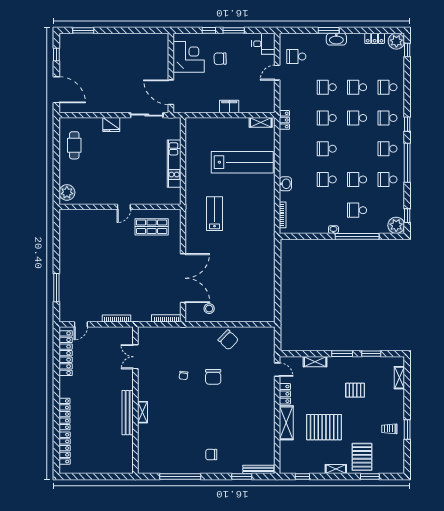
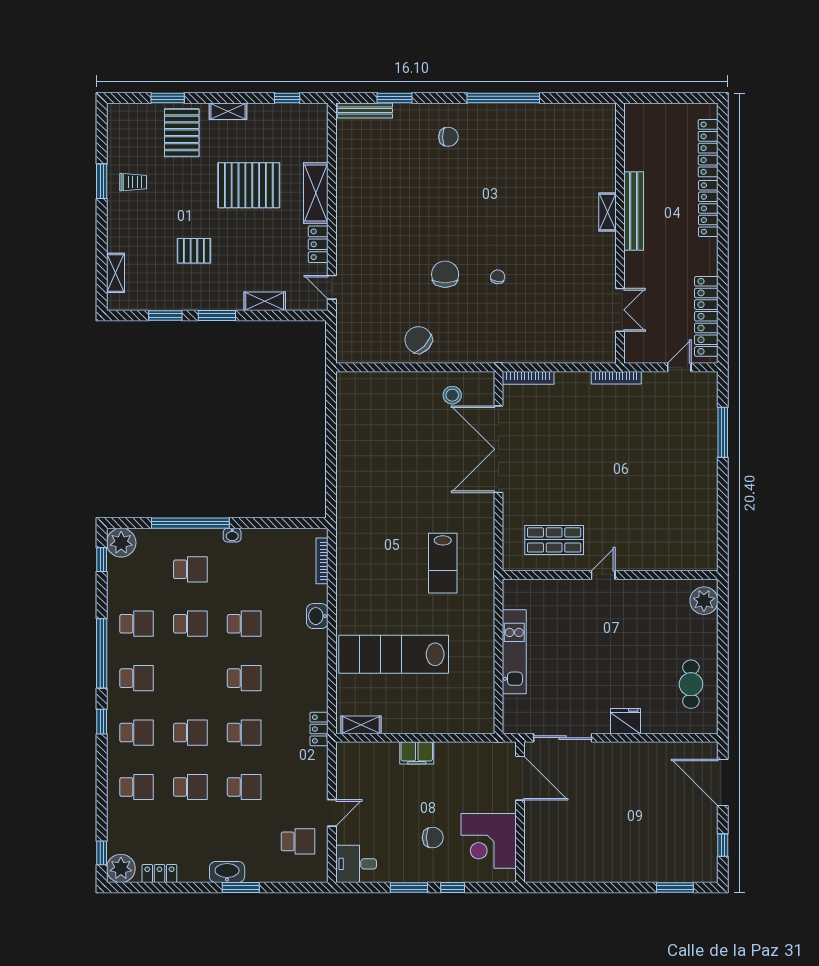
double door: (135, 357) -> (620, 310), moved
wall: (135, 400) -> (620, 233), moved
shelving: (143, 412) -> (607, 212), moved
bench: (128, 413) -> (634, 211), moved

